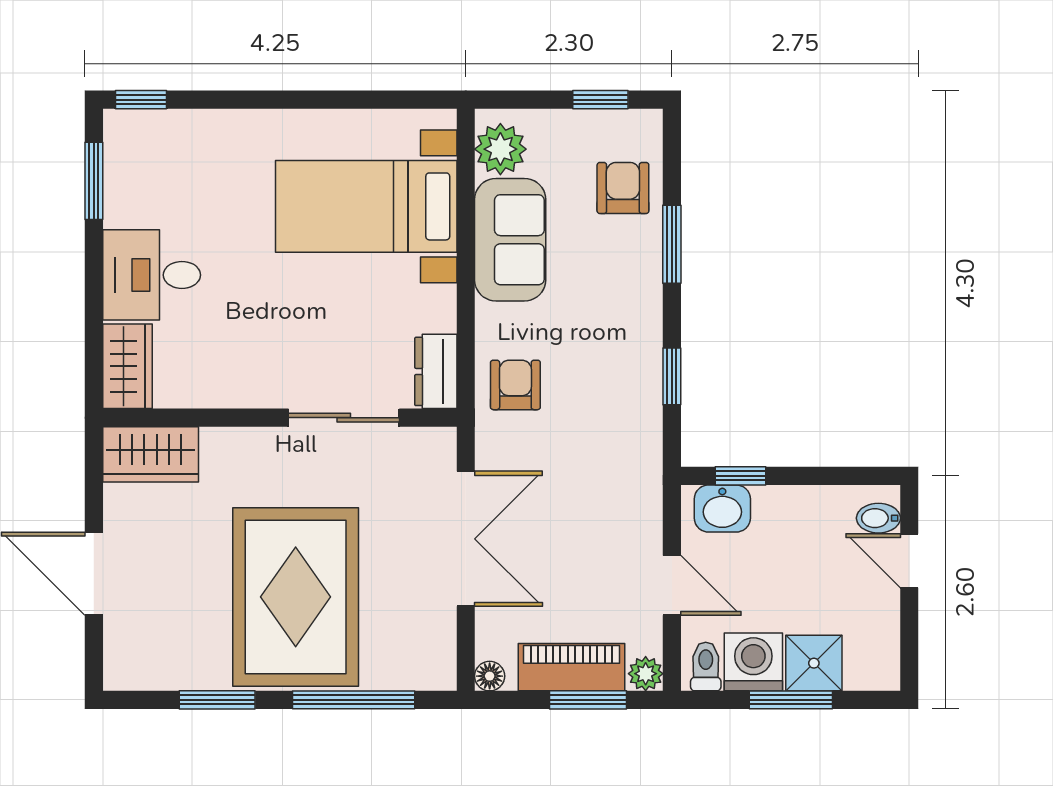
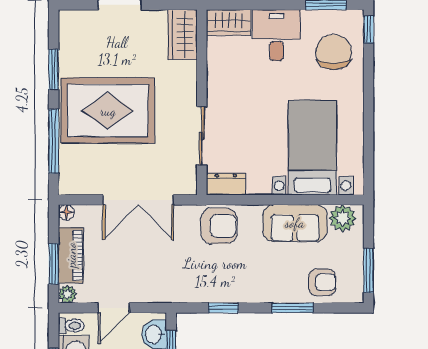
window: (600, 100) -> (369, 270), width x1.50
chair: (184, 166) -> (334, 52), added
armchair: (515, 385) -> (219, 226), width x1.38, depth x1.38

